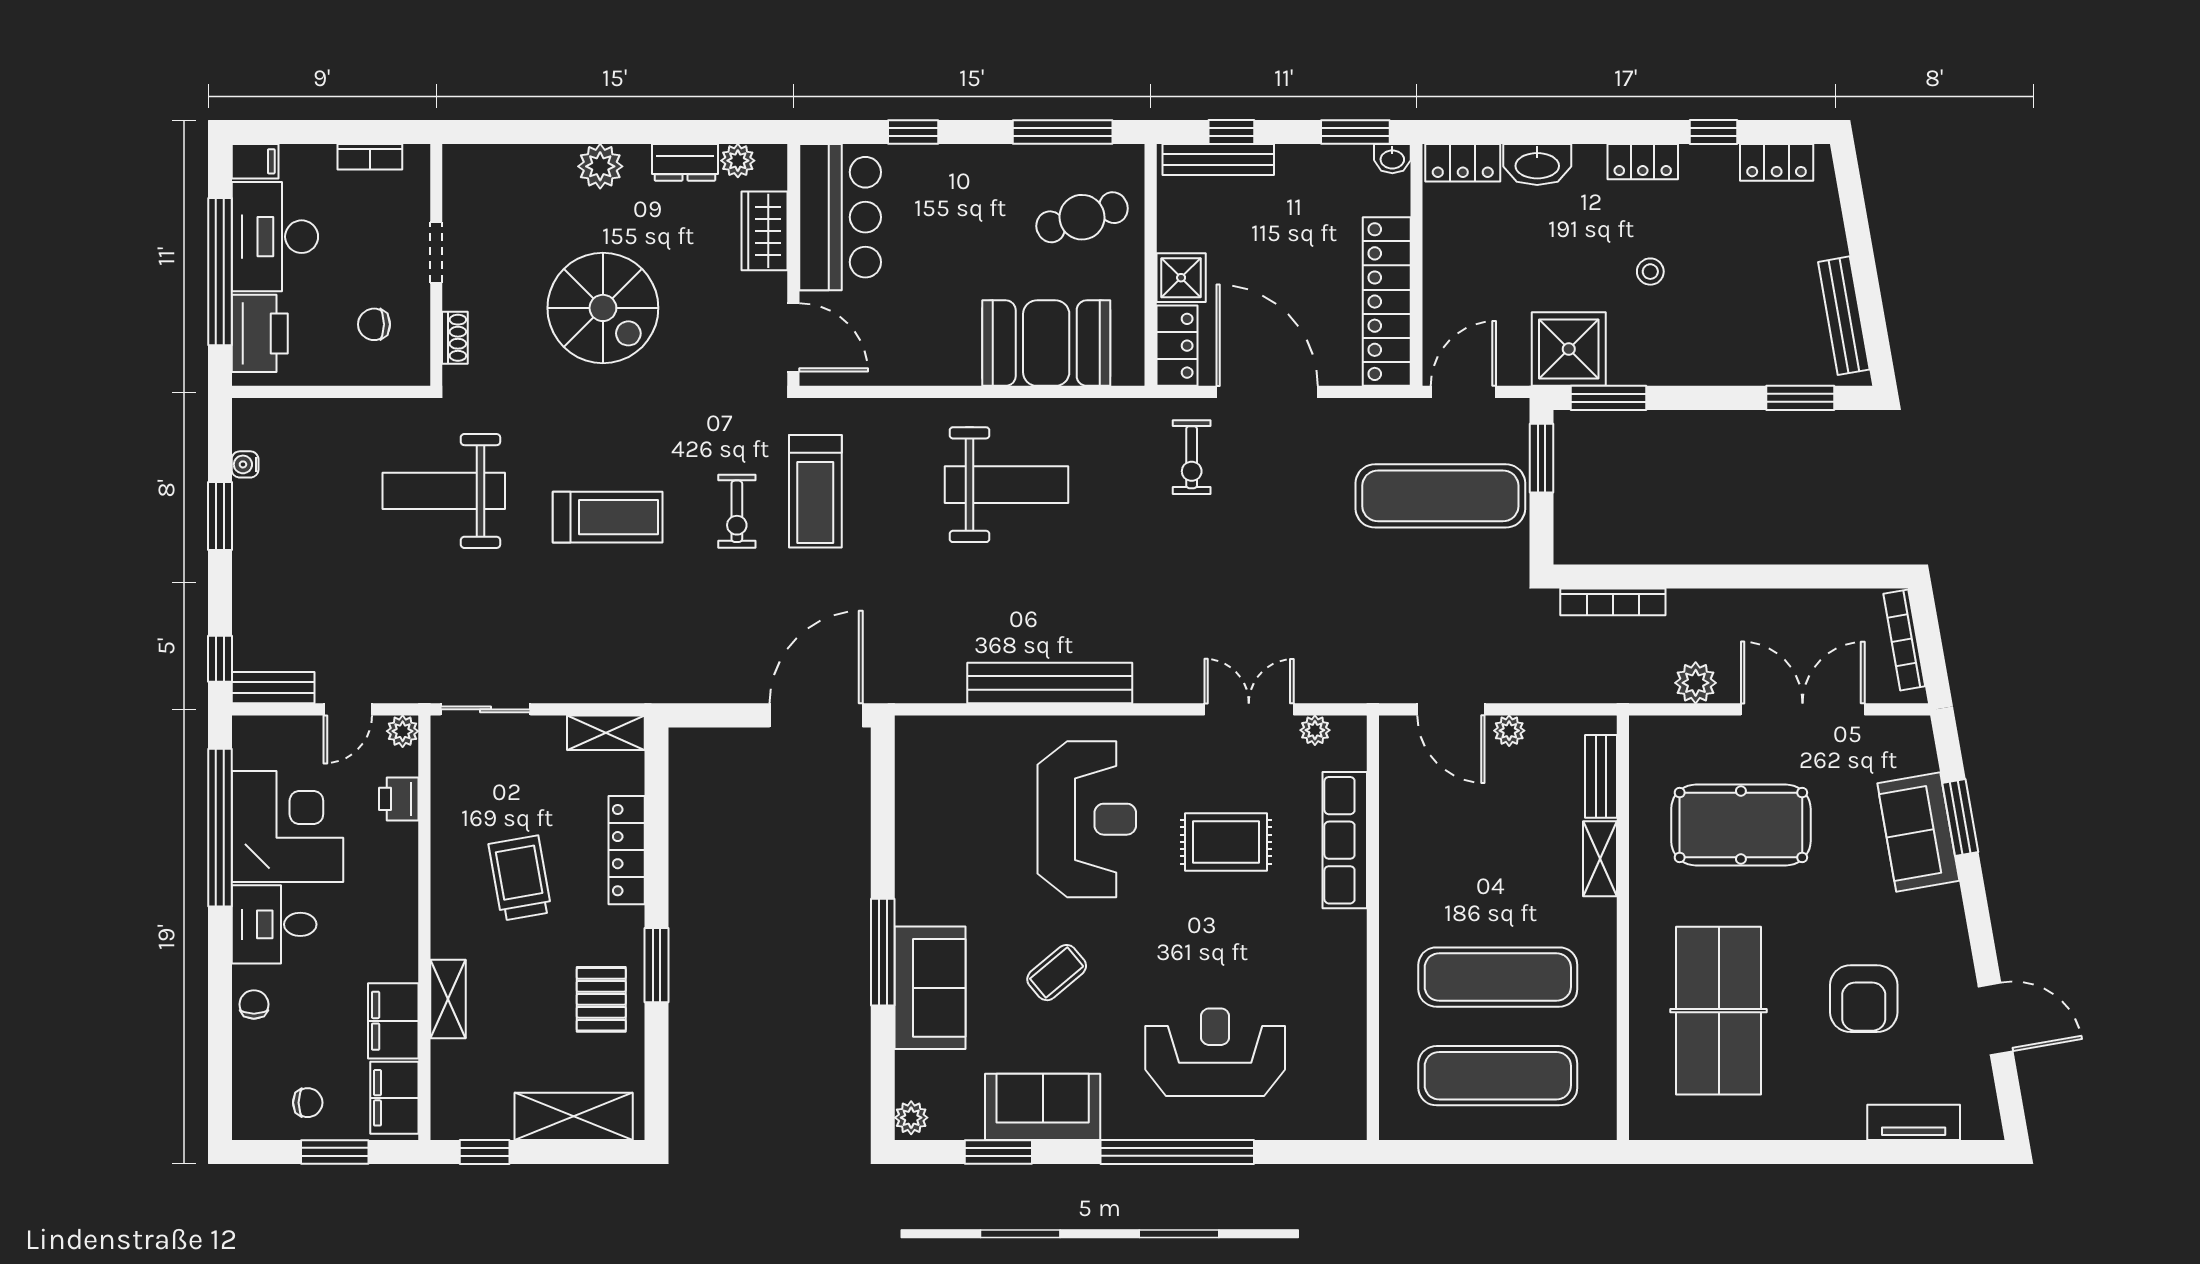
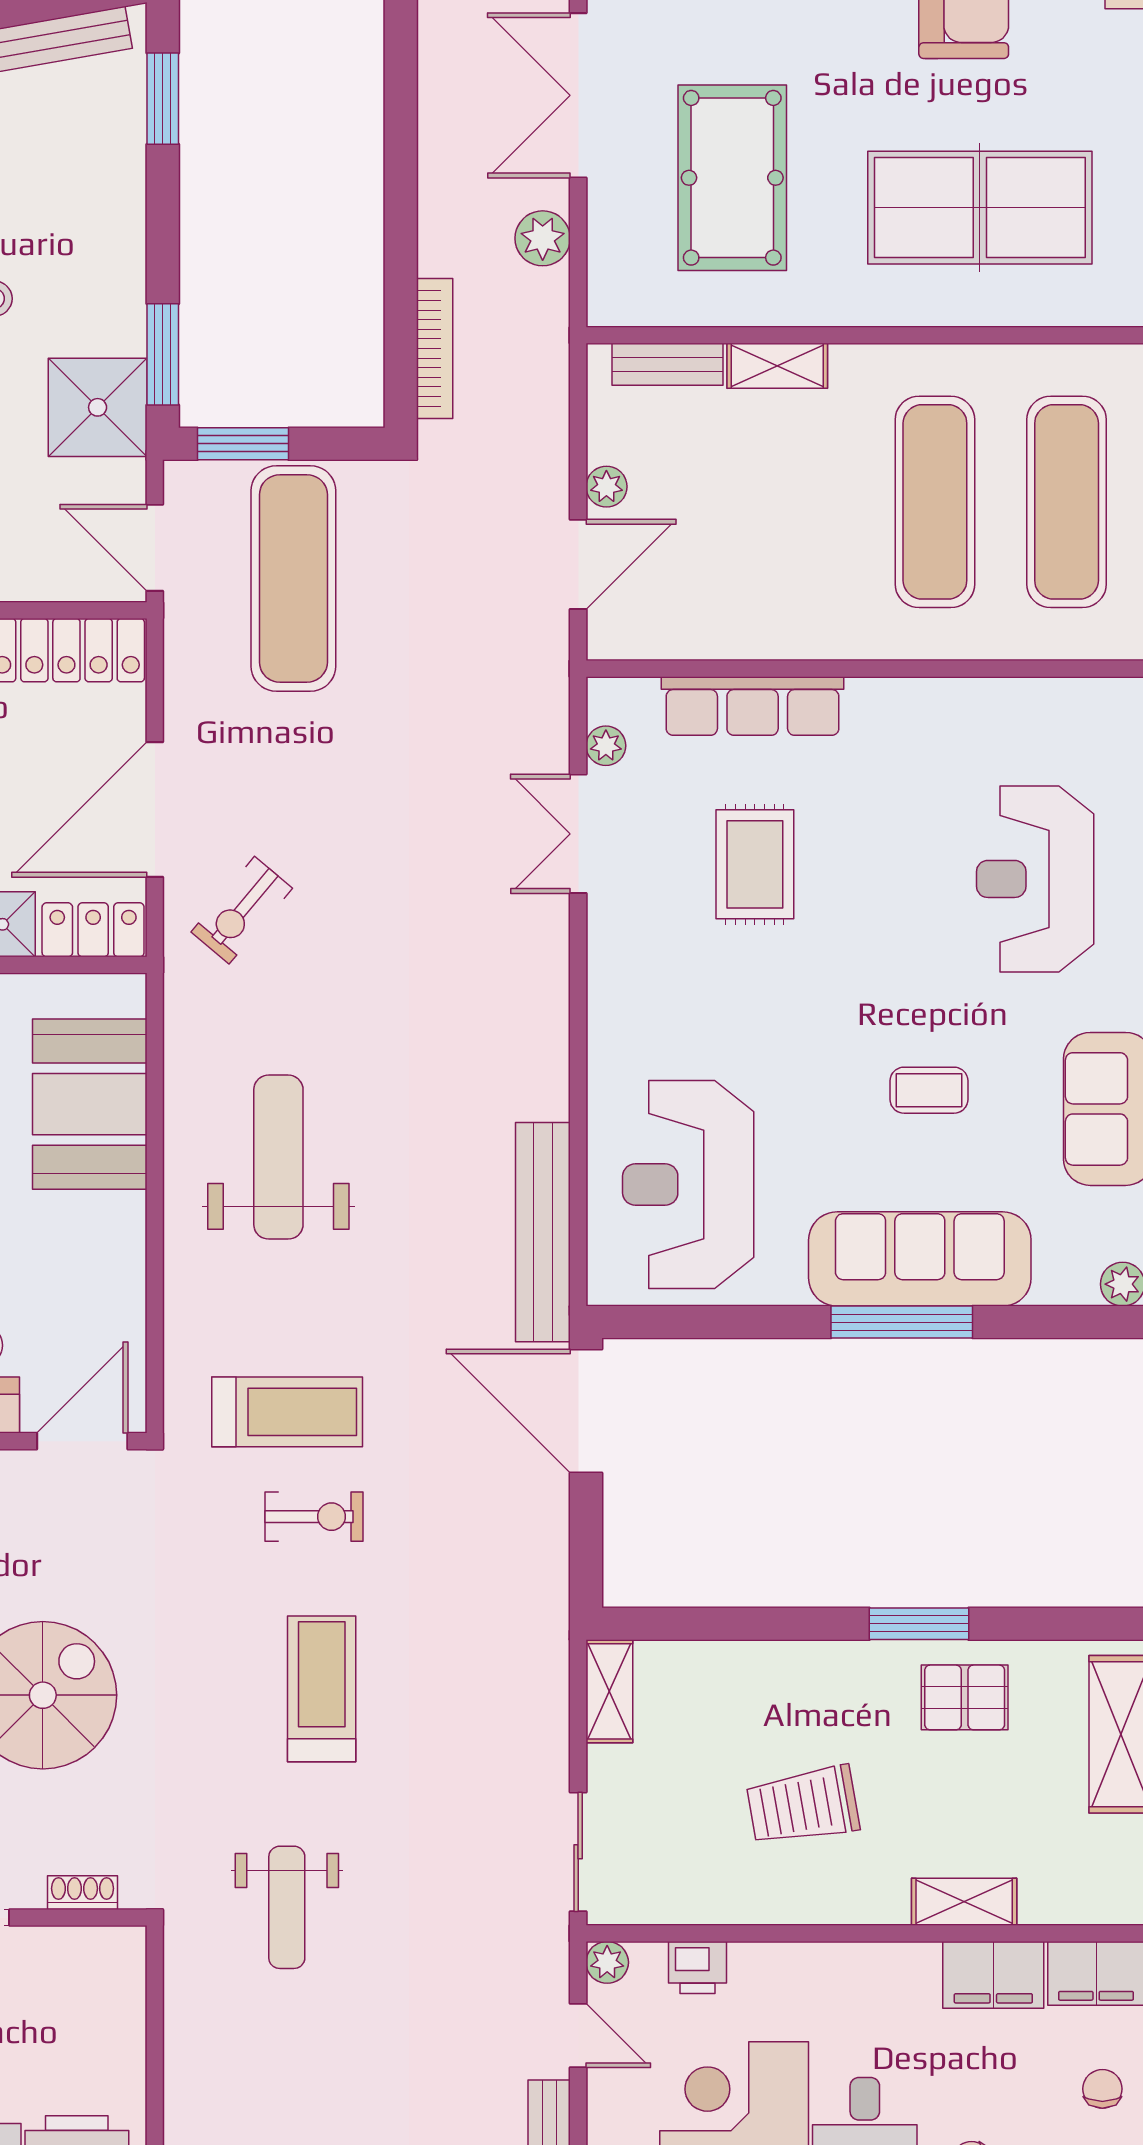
chair: (374, 324) -> (65, 2000), removed
exercise bike: (1192, 457) -> (242, 910), turned 130
weight bench: (444, 491) -> (287, 1907), width x0.73, depth x0.75
bench: (1050, 683) -> (543, 1232), moved
reception desk: (1087, 819) -> (688, 1184), moved, turned -90
locker: (627, 850) -> (766, 1664), removed
coffee table: (1057, 973) -> (929, 1090), turned -50
sofa: (930, 988) -> (920, 1259), width x1.36

